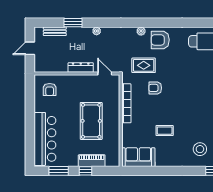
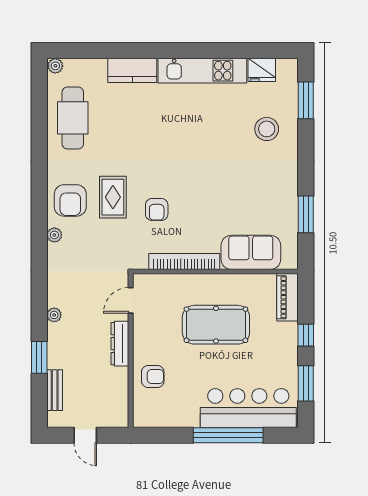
rug: (144, 65) -> (113, 197), moved
armchair: (50, 90) -> (153, 376), moved
window: (30, 128) -> (228, 435), added
coffee table: (165, 131) -> (233, 193), removed
sofa: (138, 157) -> (251, 252), moved, turned 90
piano: (92, 161) -> (288, 297), moved
window: (152, 171) -> (306, 214), added

